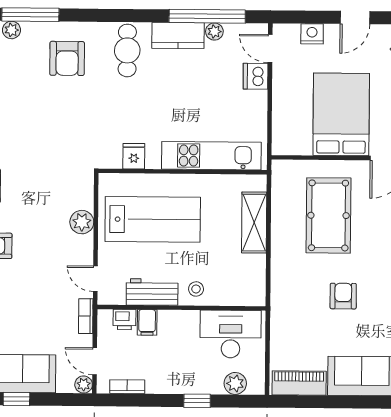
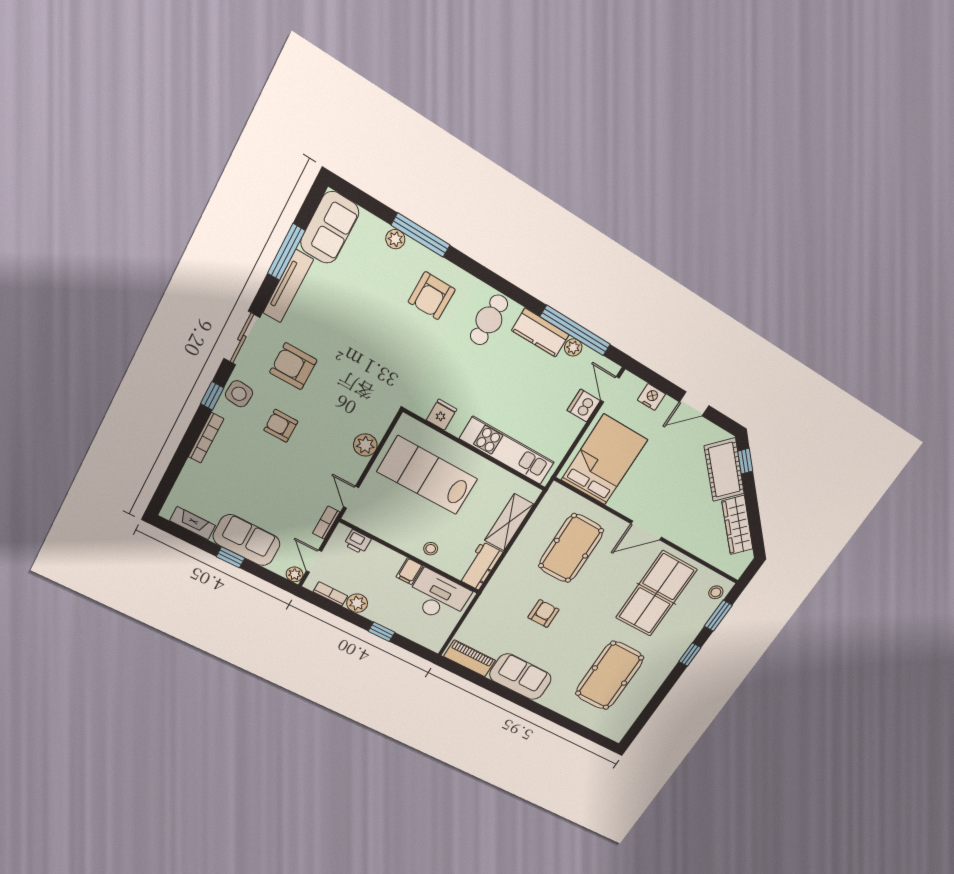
bed: (341, 114) -> (604, 460), moved
lab bench: (153, 219) -> (427, 475), turned 180
workbench: (152, 292) -> (480, 566), moved, turned -90
filing cabinet: (147, 322) -> (410, 571), moved
plant: (235, 383) -> (357, 603), moved

